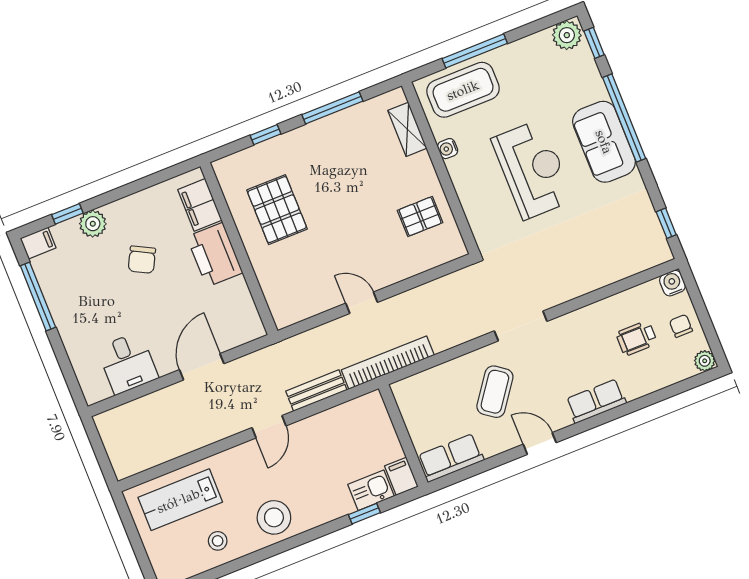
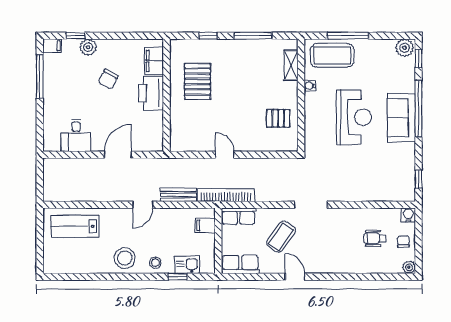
row of seats: (596, 401) -> (239, 216), moved, turned 180
filing cabinet: (401, 476) -> (205, 225), moved, turned -90
stool: (218, 541) -> (155, 263), moved

